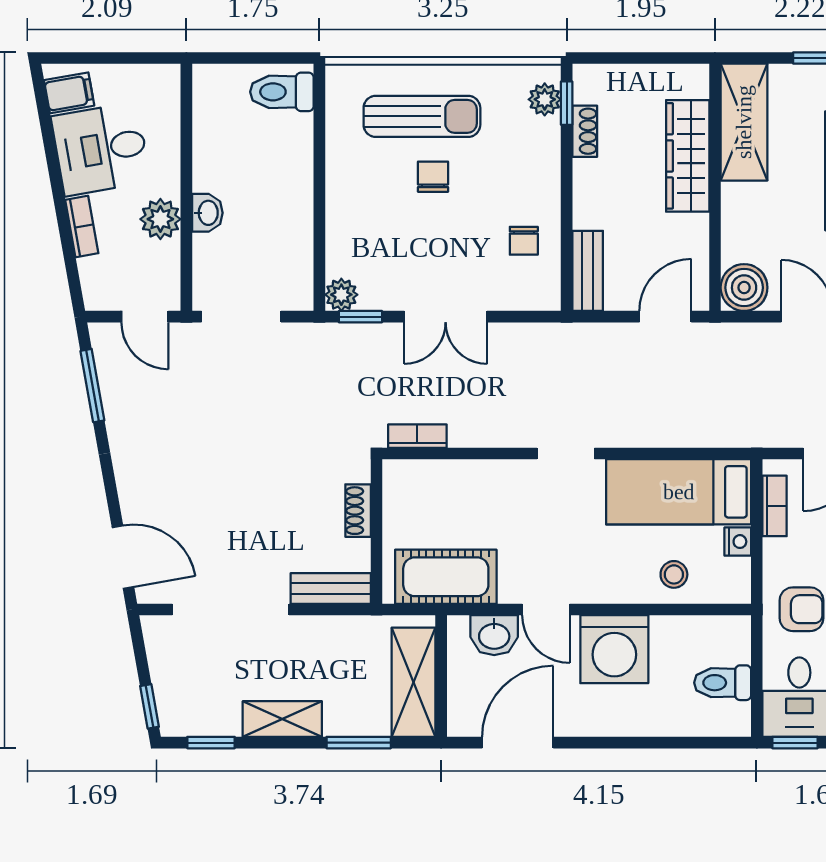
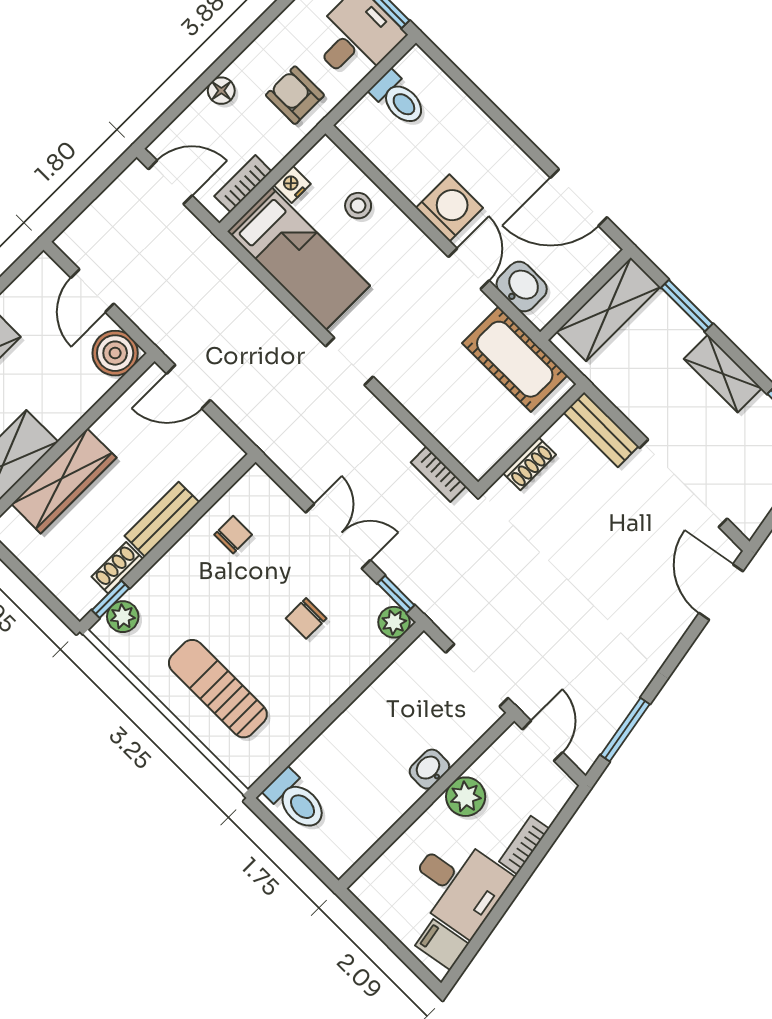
chair: (433, 177) -> (306, 618), moved
bench: (588, 271) -> (162, 519), moved
washing machine: (614, 649) -> (449, 208), width x0.73, depth x0.73

